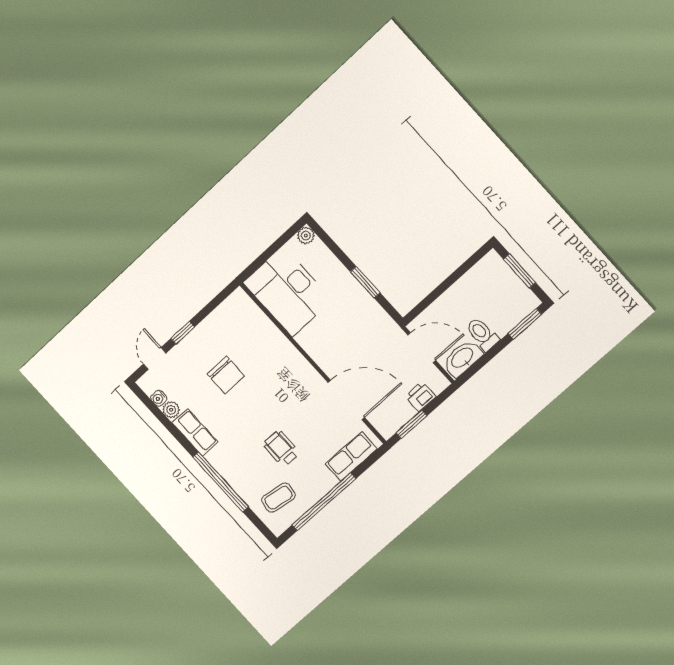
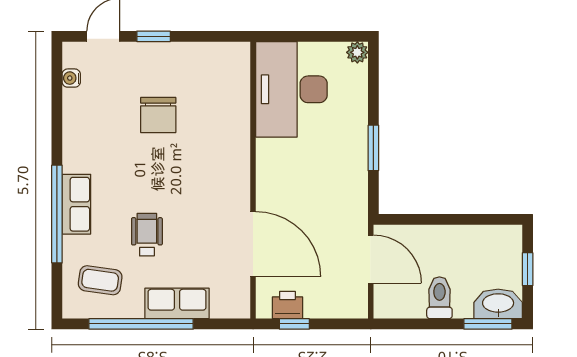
window: (520, 271) -> (528, 269), width x0.67
washbasin: (463, 358) -> (498, 304), moved
printer: (421, 397) -> (288, 305), moved
plant: (171, 410) -> (73, 100), removed
window: (411, 424) -> (294, 324), width x0.67
row of seats: (195, 432) -> (76, 204), moved
row of seats: (351, 456) -> (177, 303), moved

